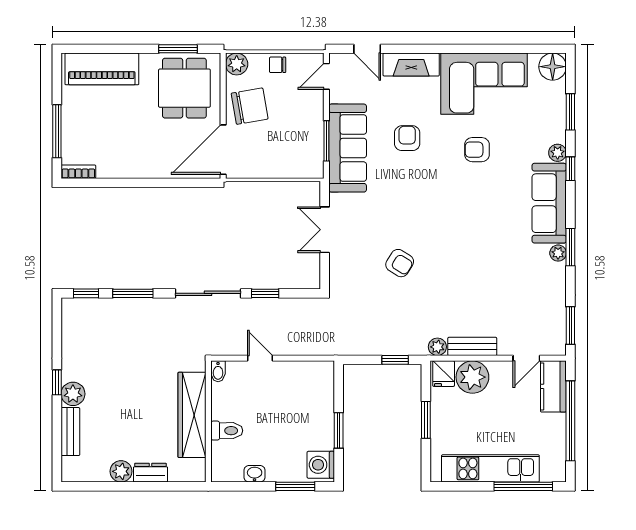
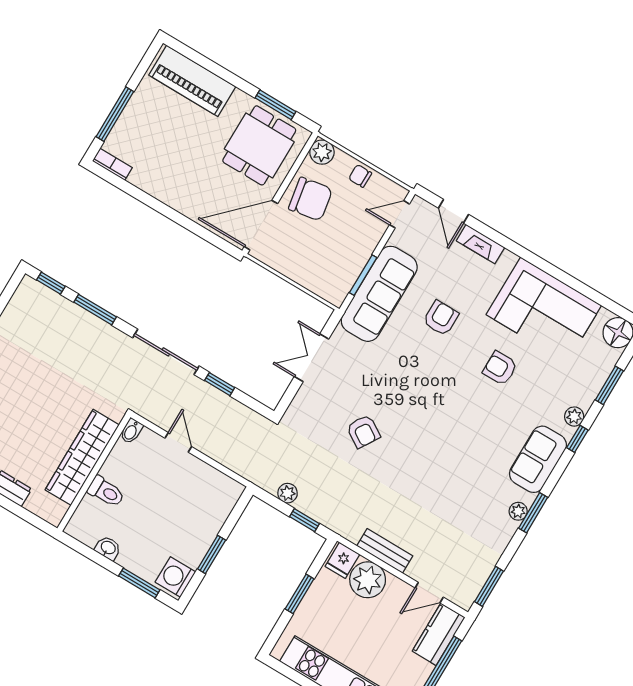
fireplace: (411, 65) -> (481, 244), width x0.73, depth x0.76
sofa: (549, 203) -> (538, 459), width x0.73
plant: (437, 347) -> (288, 493), moved

